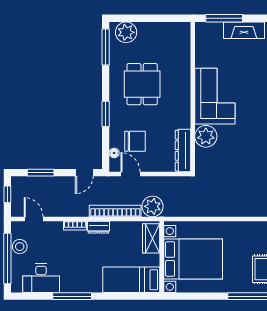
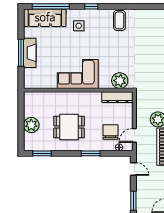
window: (224, 18) -> (21, 53), moved
plant: (126, 32) -> (31, 125), moved
window: (106, 47) -> (42, 153), width x0.69
plant: (206, 136) -> (120, 81), moved

